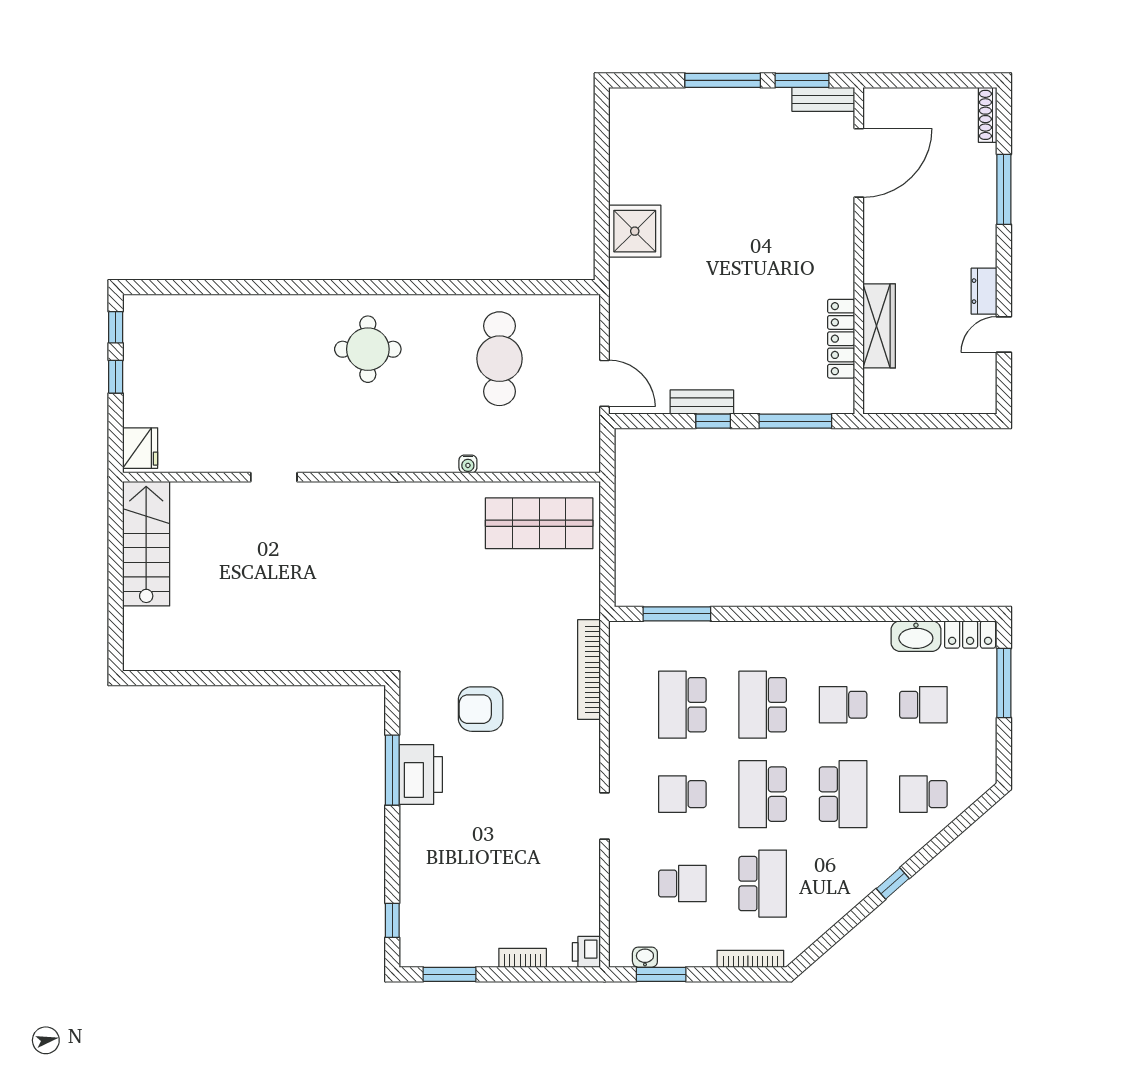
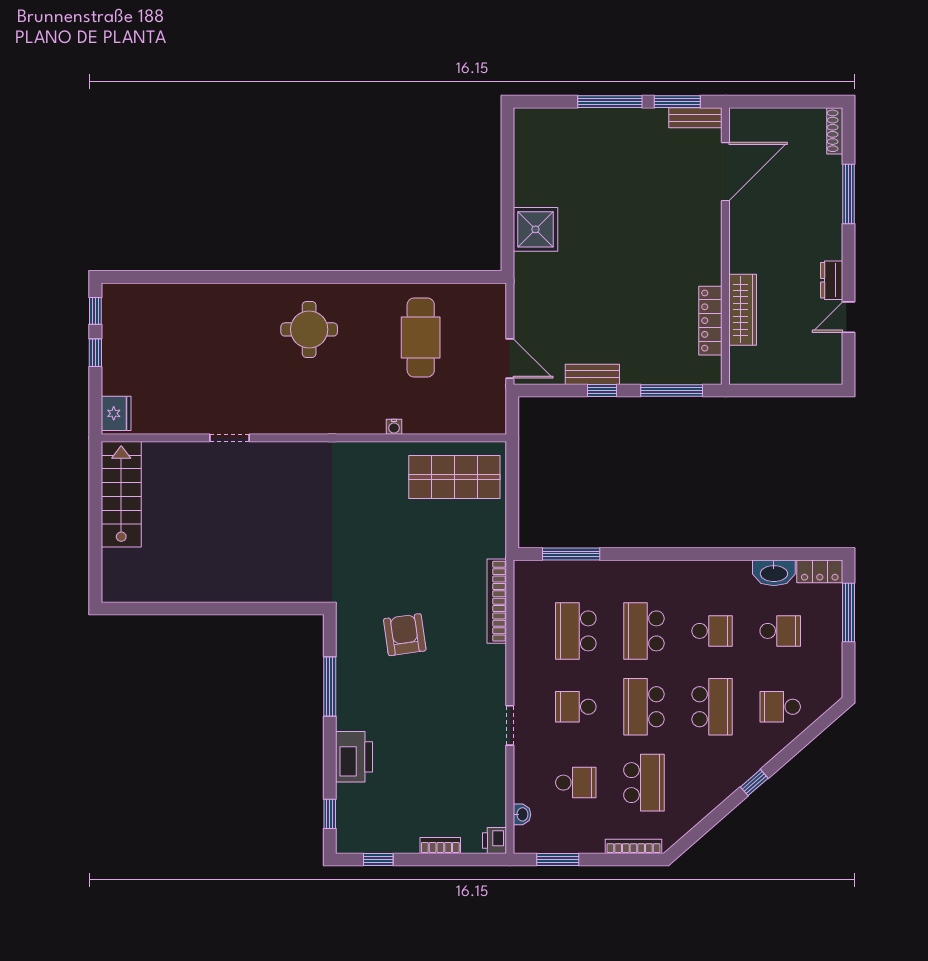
school desk: (843, 705) -> (712, 631), turned 180
armchair: (481, 709) -> (405, 635), turned 82
printer: (421, 774) -> (354, 757), moved
washbasin: (645, 957) -> (522, 814), moved, turned 90
window: (449, 974) -> (378, 860), width x0.67

